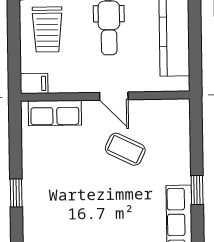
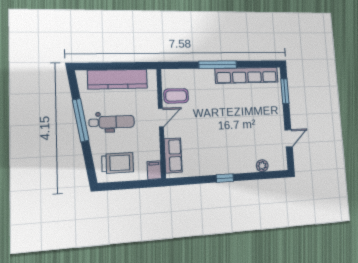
coffee table: (125, 149) -> (176, 96), moved, turned 64
window: (197, 190) -> (218, 65), width x2.17

